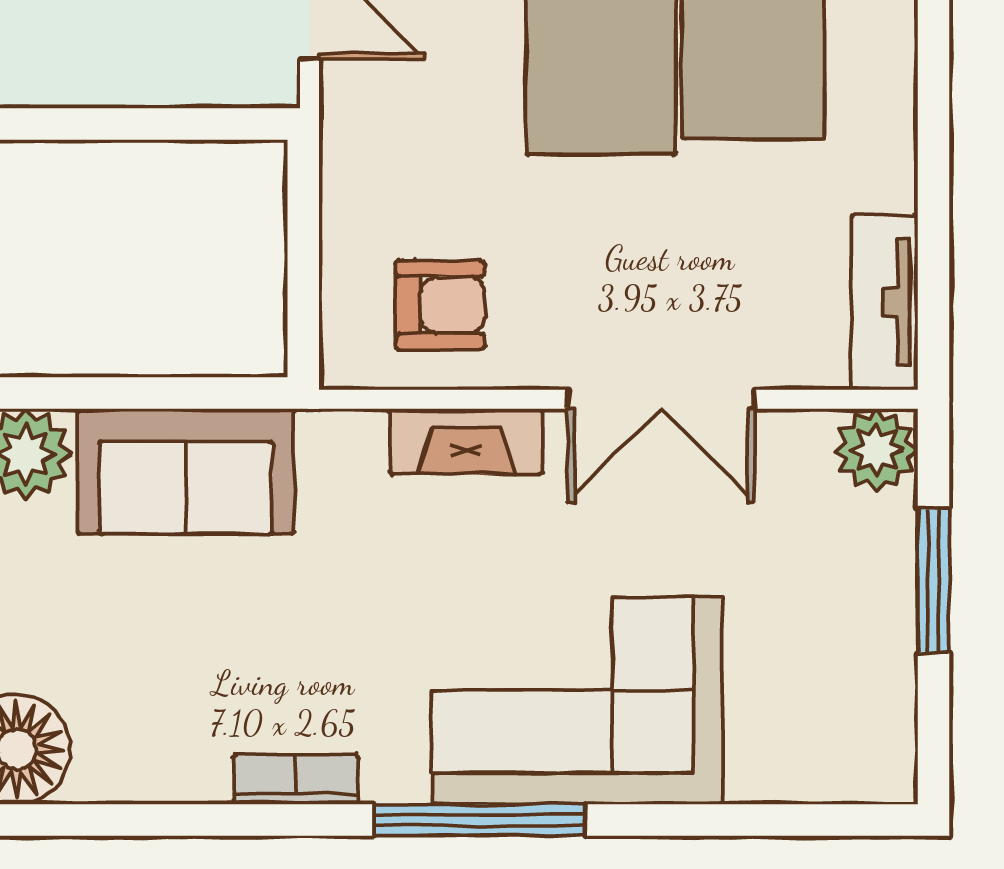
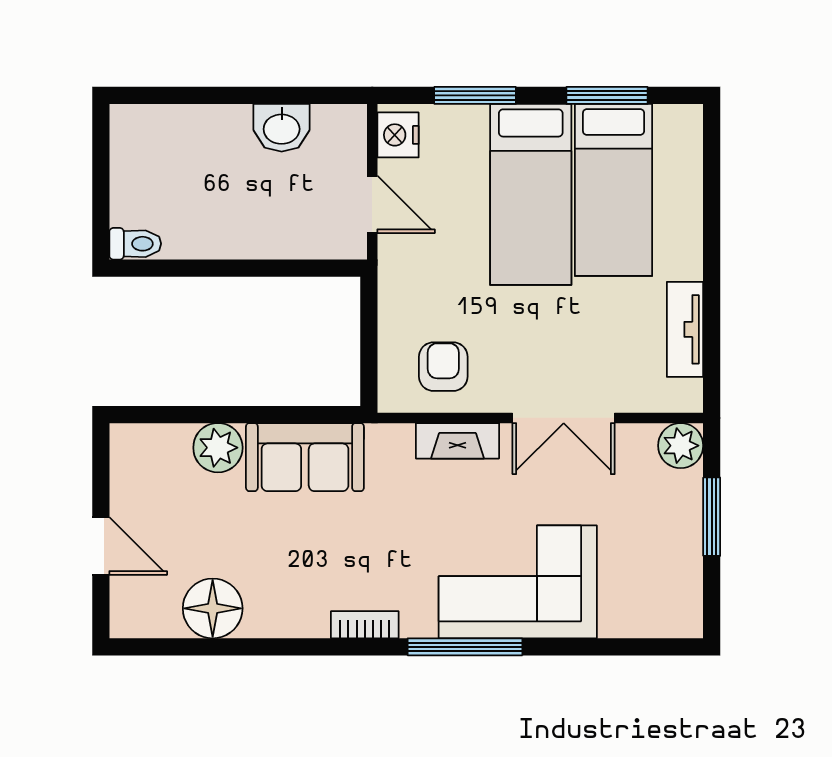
tv unit: (884, 302) -> (685, 329), moved
armchair: (440, 305) -> (443, 367), turned -90

